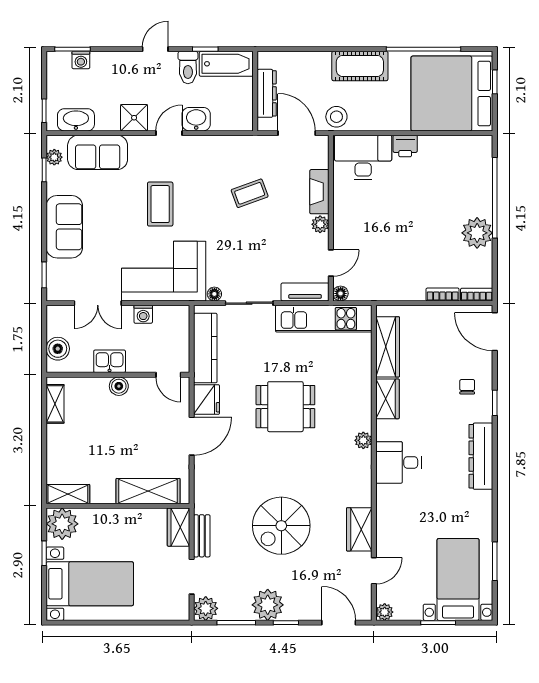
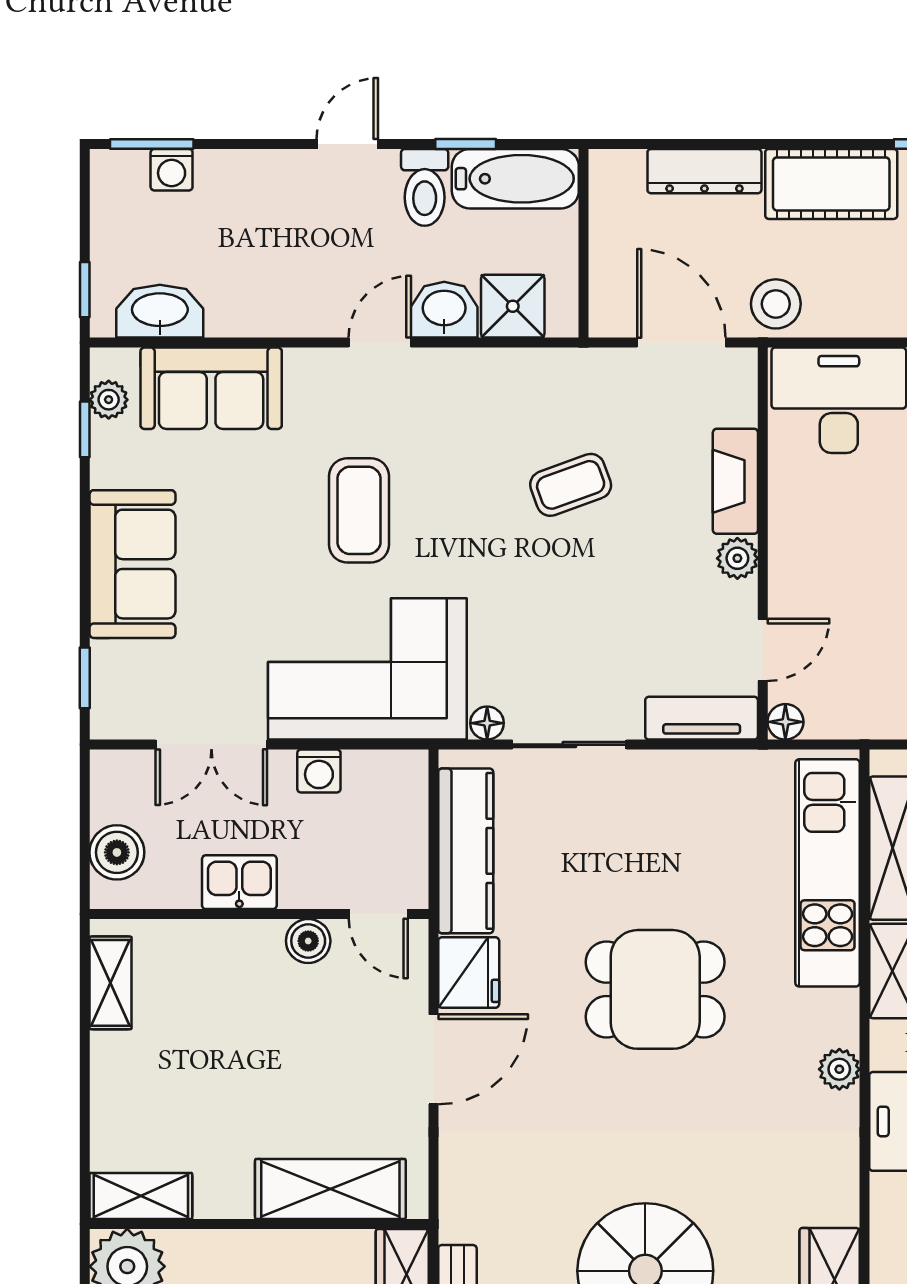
dresser: (267, 93) -> (704, 171), moved, turned 90
shower: (134, 118) -> (513, 306), moved
kitchen unit: (324, 319) -> (828, 873), moved, turned 90
boiler: (119, 386) -> (308, 941), moved

